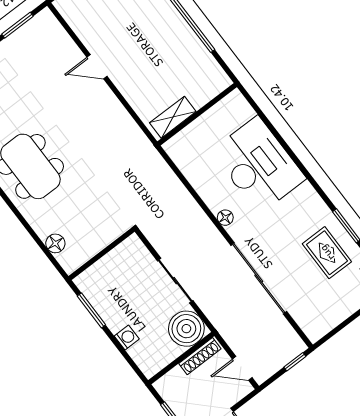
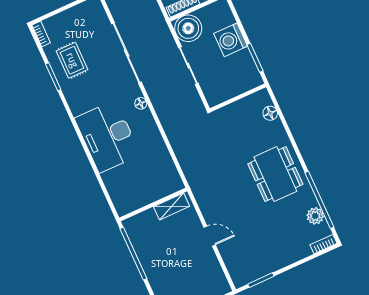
wall: (197, 114) -> (153, 205), moved
shelving: (173, 117) -> (172, 206), moved
washing machine: (127, 338) -> (231, 40), width x1.89, depth x1.89

